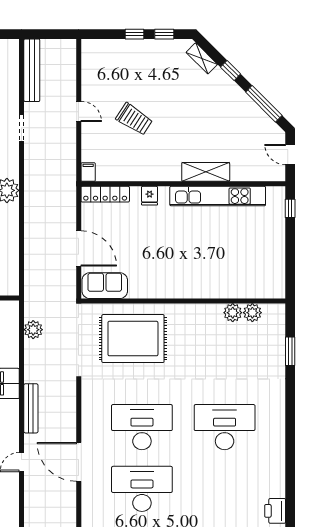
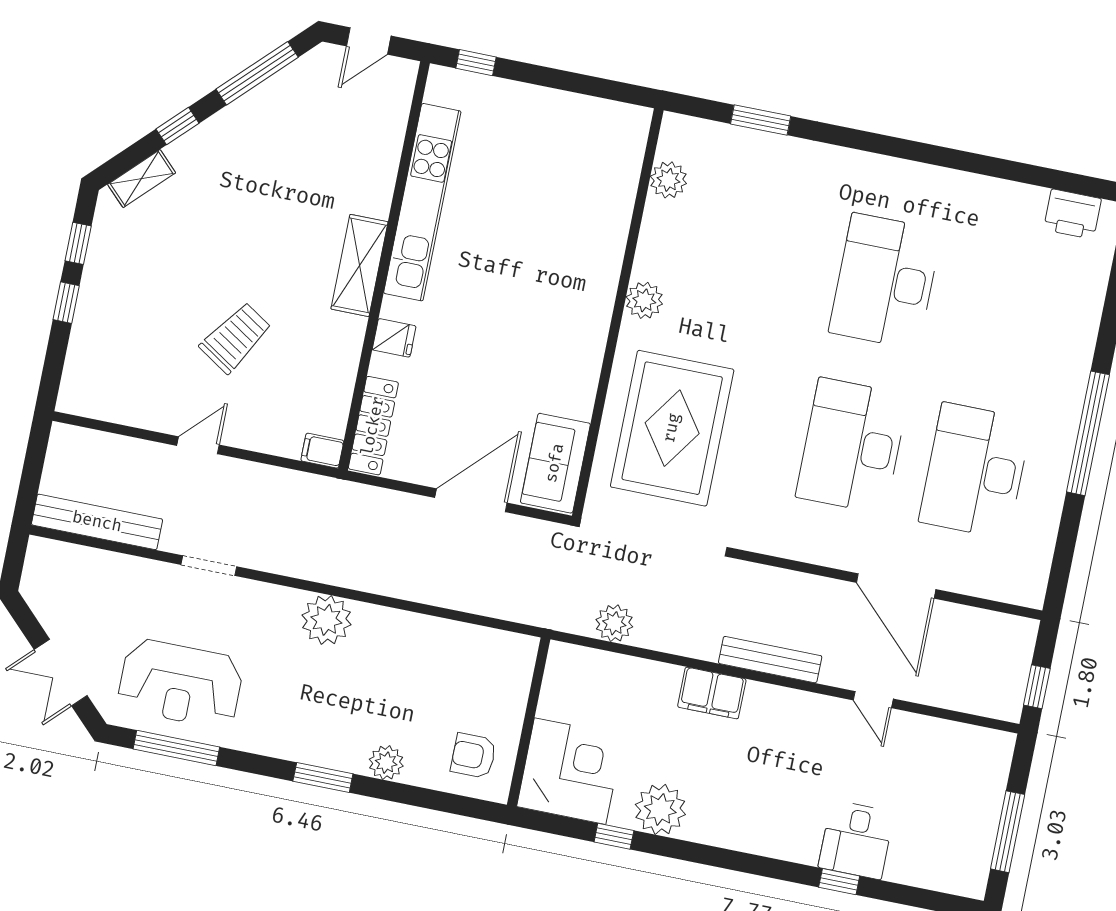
shelving: (206, 172) -> (359, 265), moved
plant: (233, 313) -> (644, 300), moved
door: (79, 462) -> (896, 586), hinge flipped

